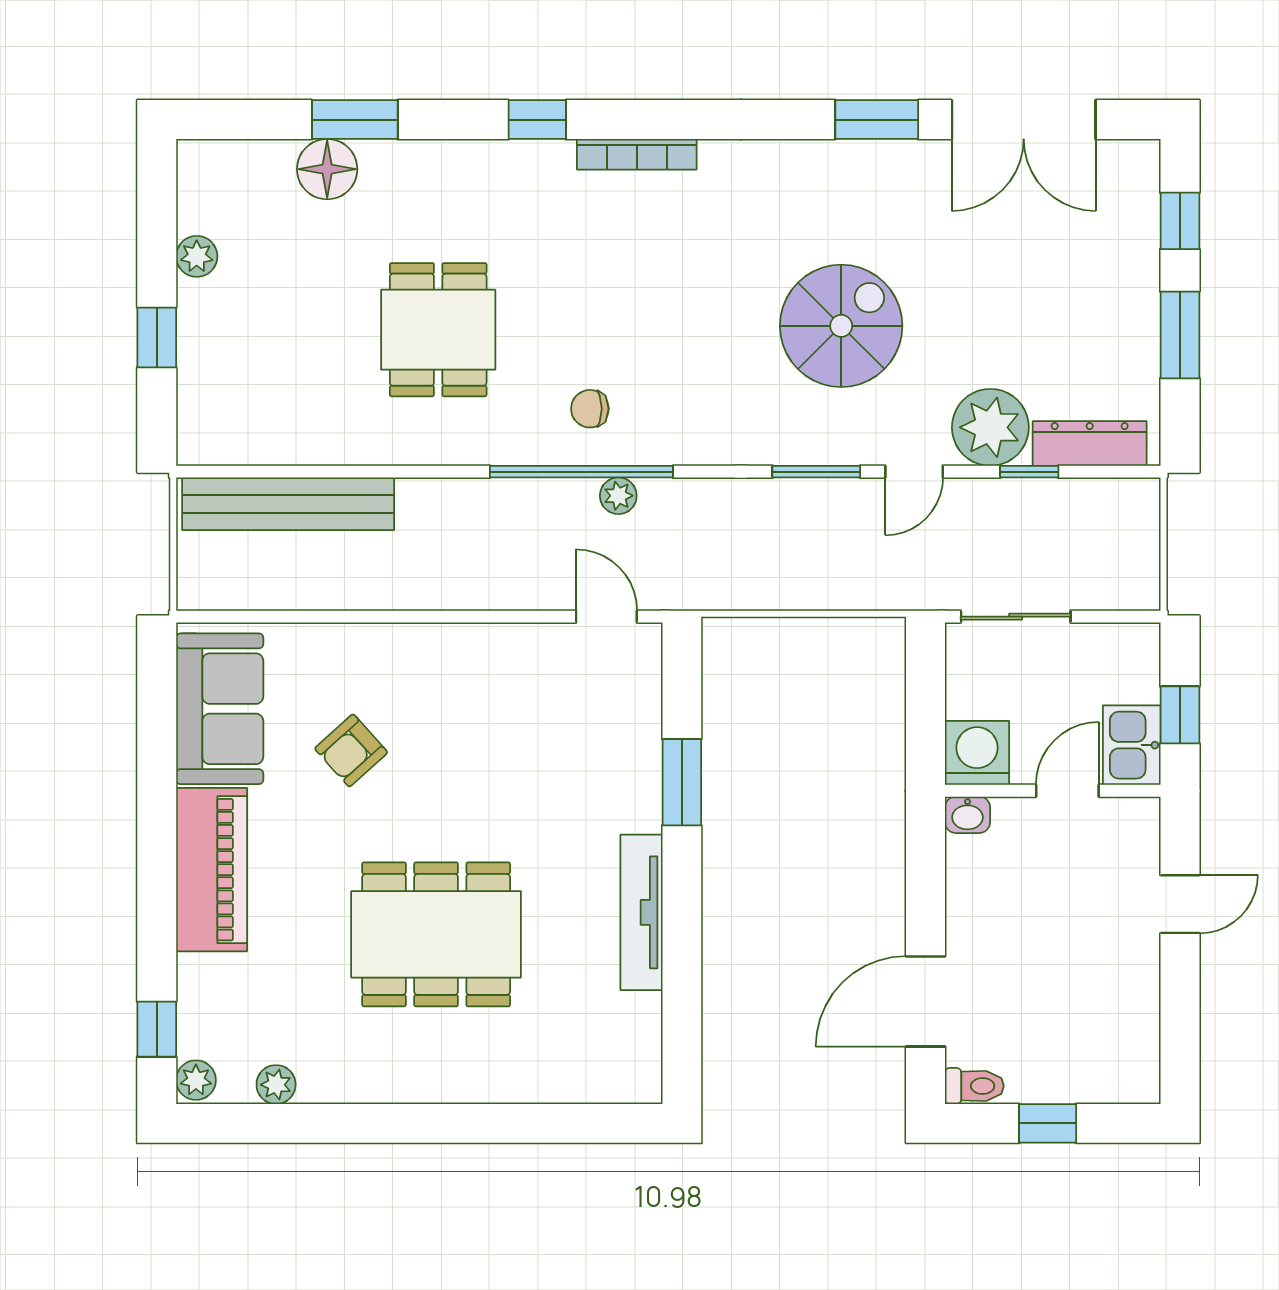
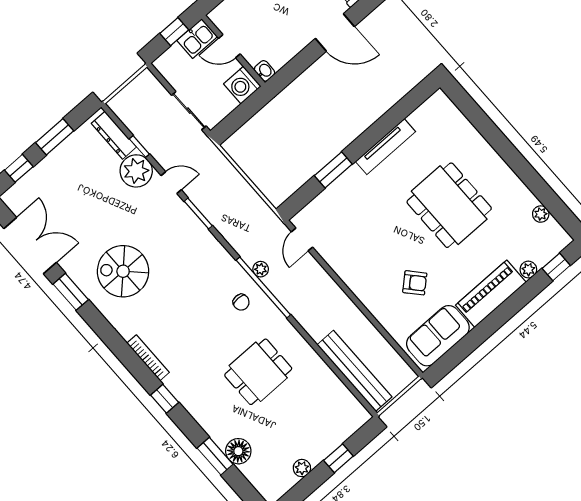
spiral stairs: (841, 326) -> (123, 271), moved
plant: (196, 1080) -> (528, 270), moved

